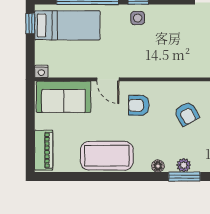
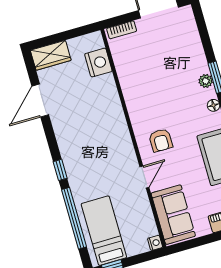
side table: (138, 18) -> (78, 165), removed
armchair: (187, 114) -> (156, 92), removed

